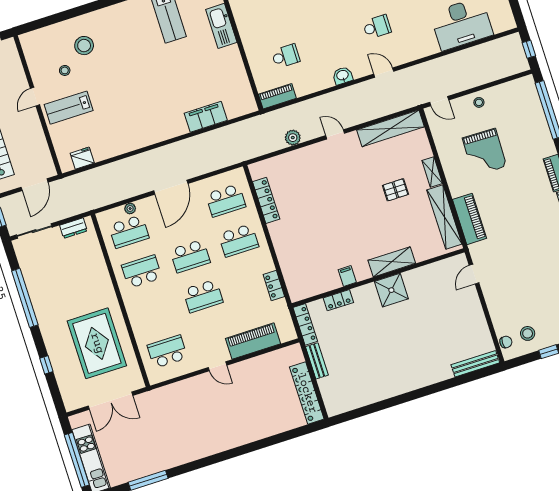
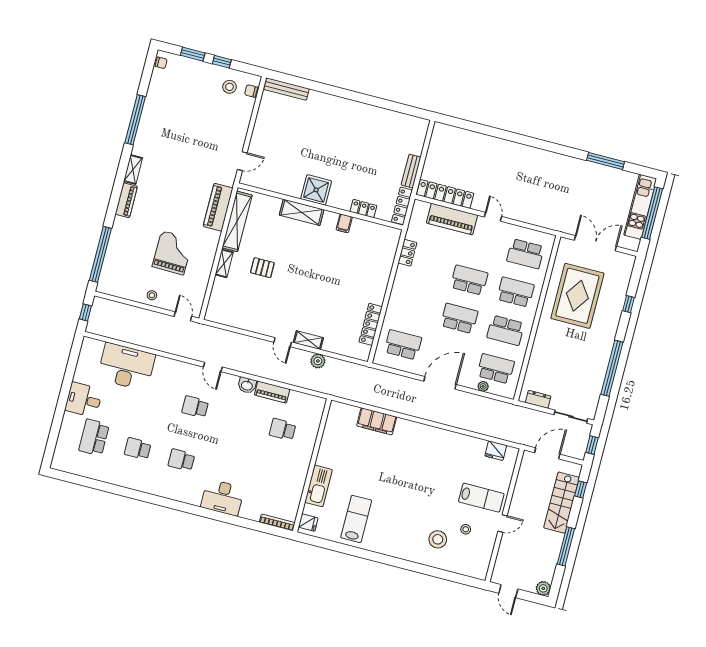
piano: (277, 96) -> (272, 392), moved
shelving: (391, 128) -> (308, 340), moved, width x0.45, depth x0.75
school desk: (238, 240) -> (516, 292), moved
locker: (307, 393) -> (445, 194), moved, turned -90

